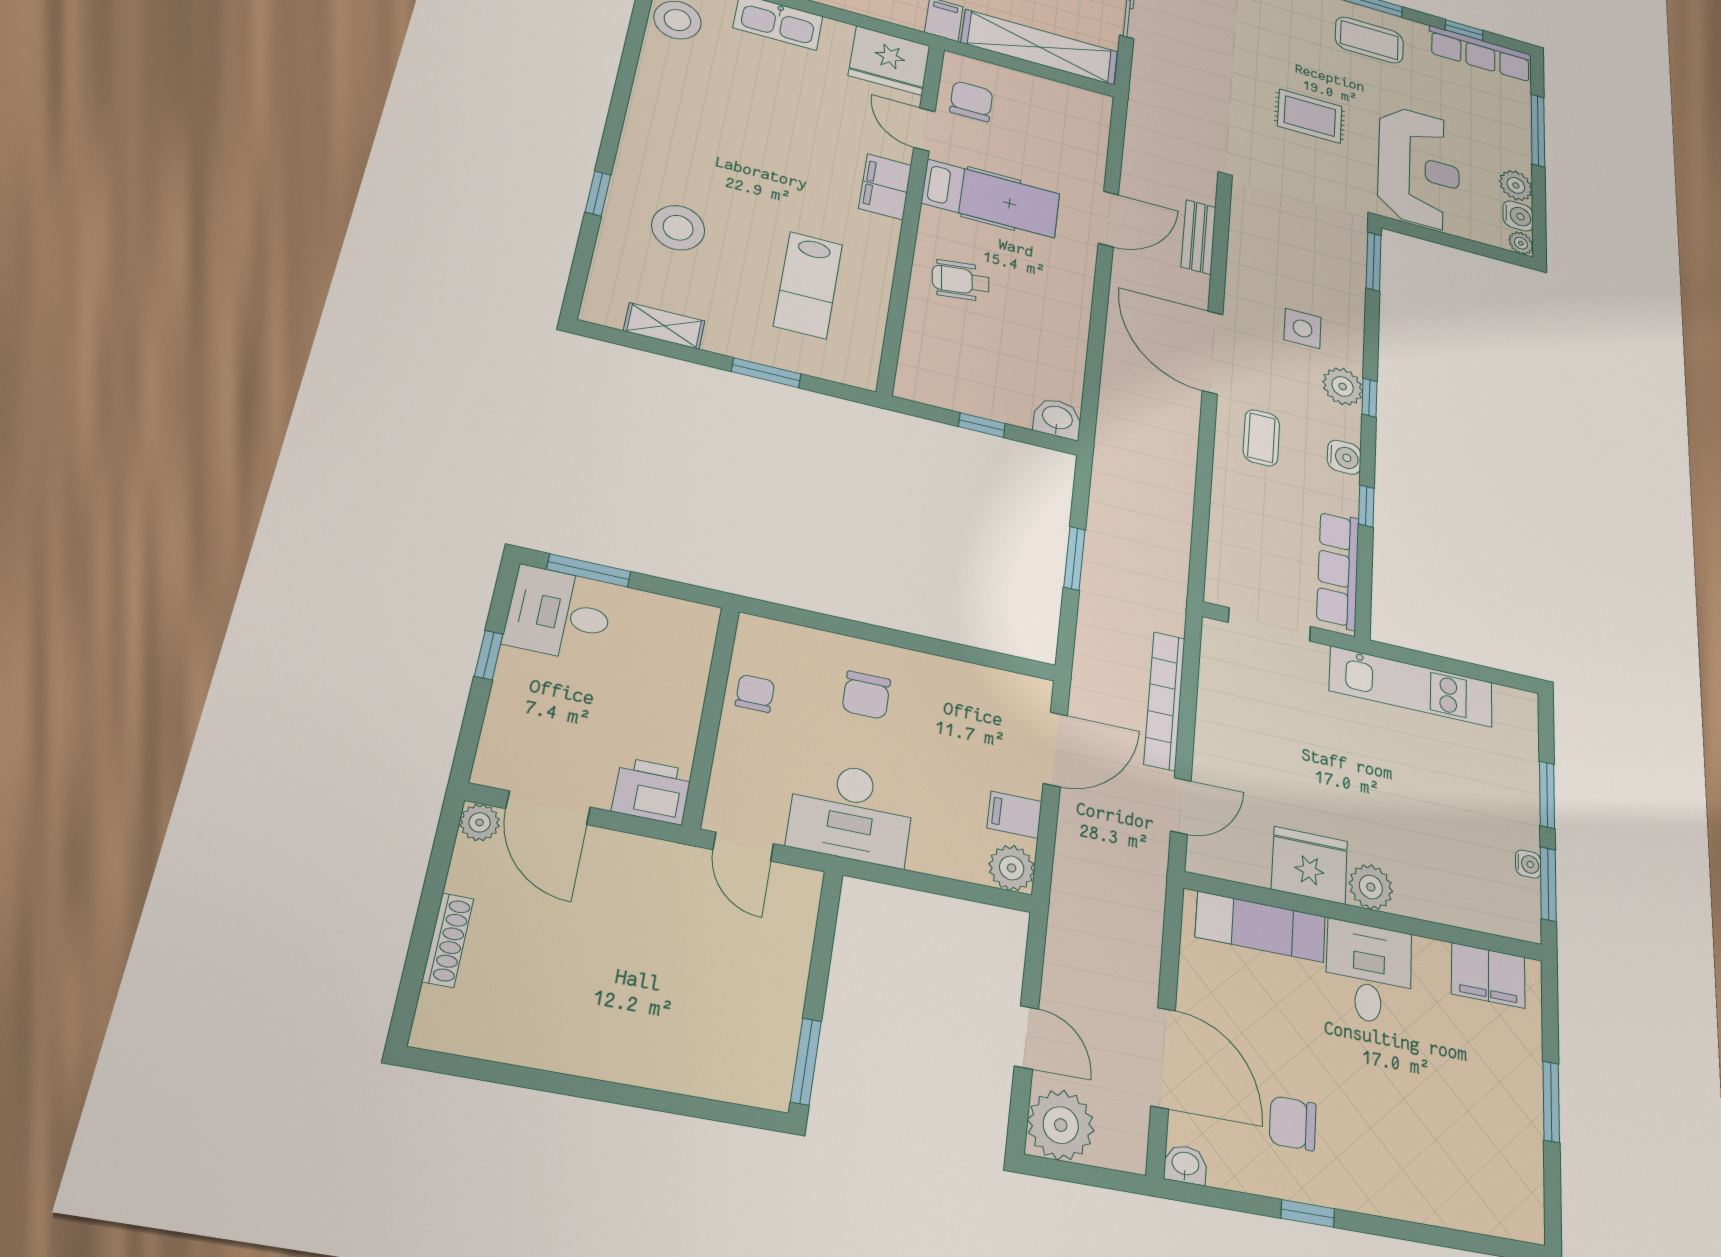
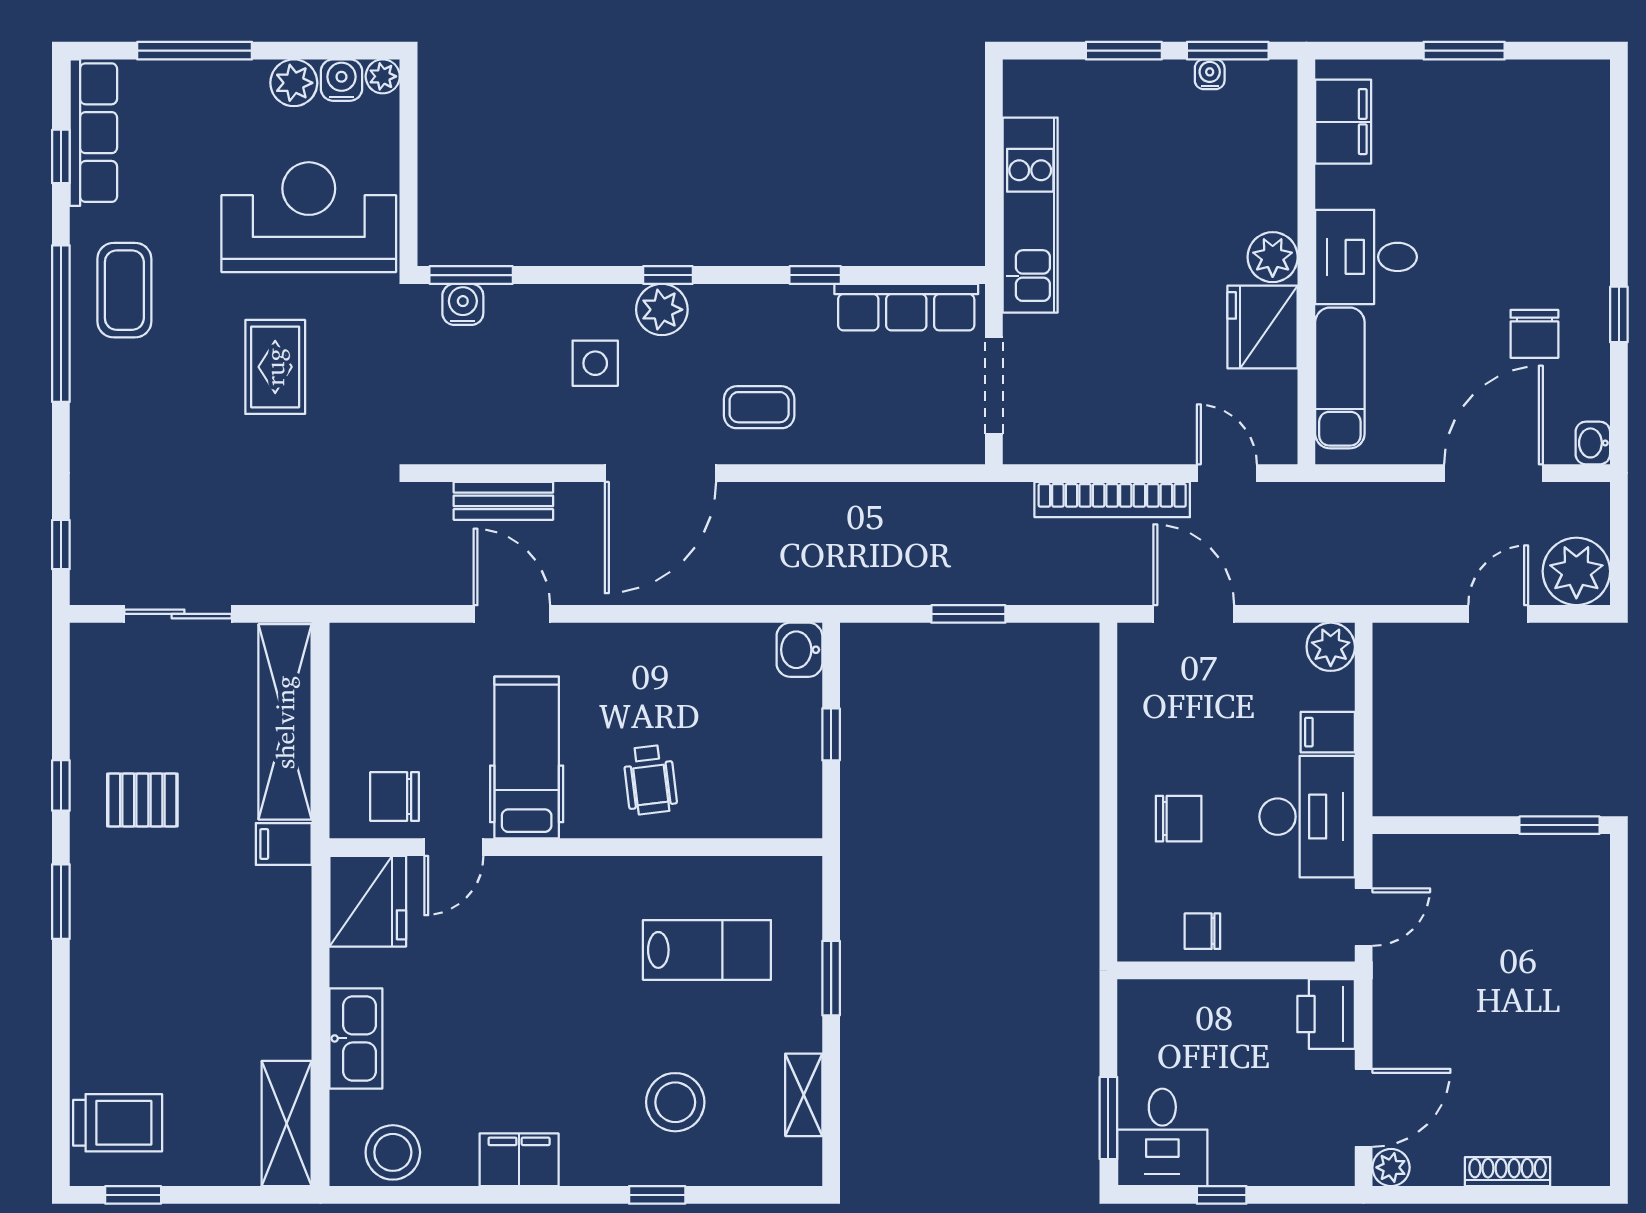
filing cabinet: (885, 187) -> (519, 1160), moved, turned 180
water cooler: (1344, 457) -> (463, 304), moved
filing cabinet: (1015, 815) -> (1328, 732), moved, turned 90

